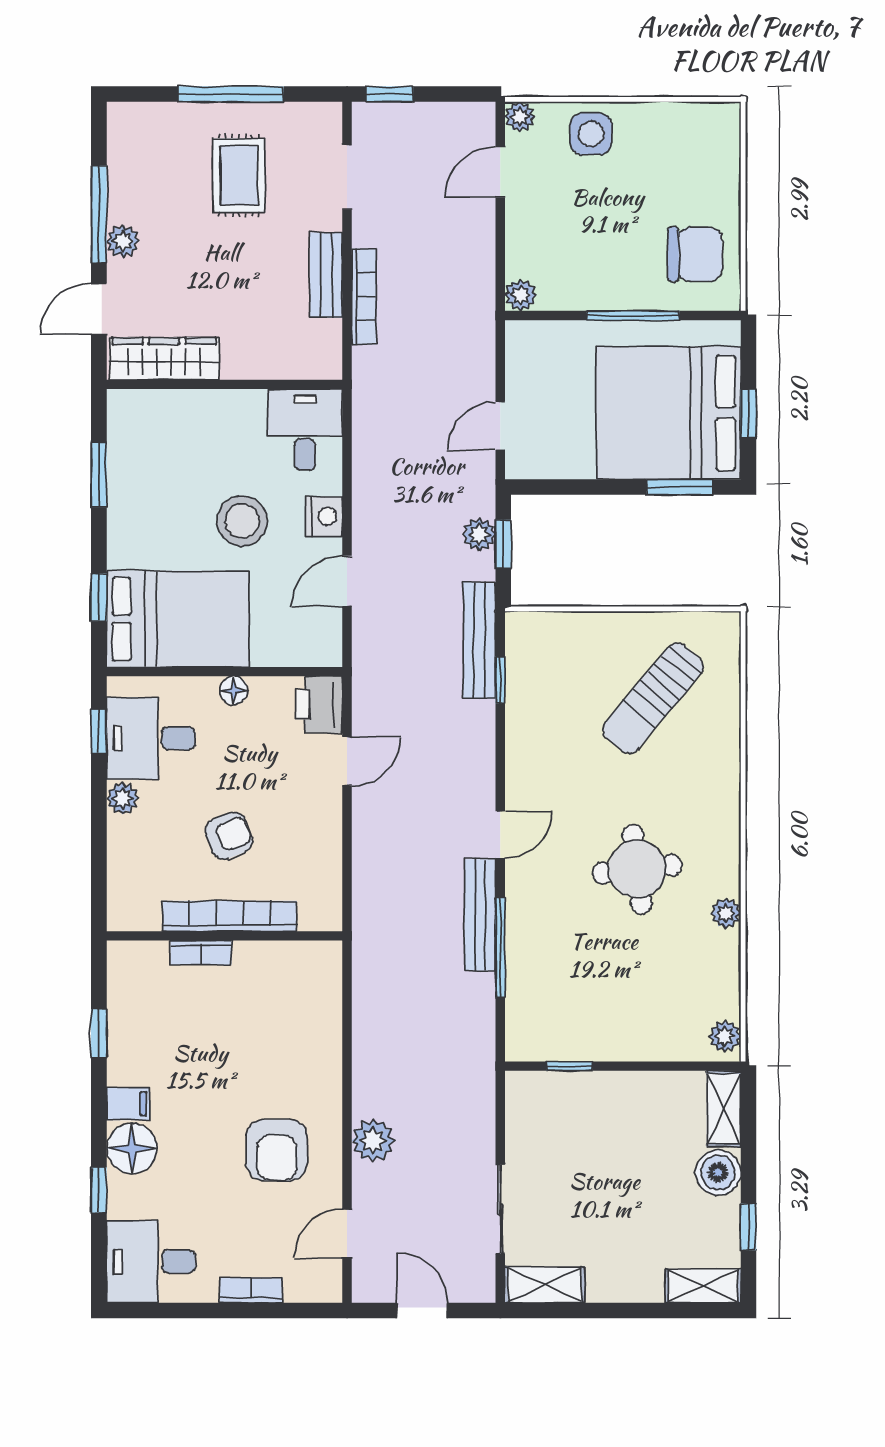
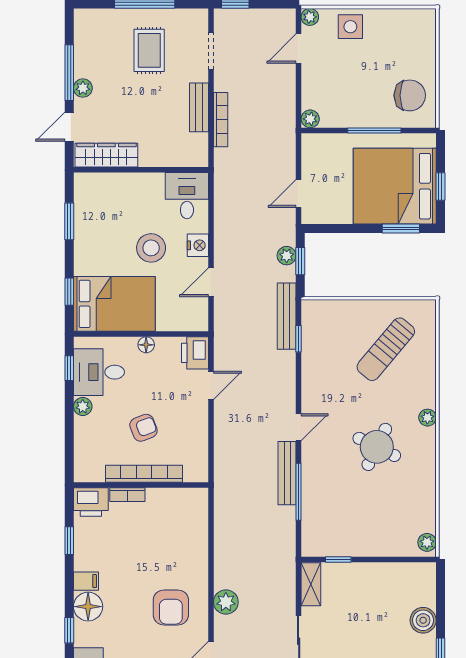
round table: (637, 869) -> (377, 447), turned 33
plant: (726, 913) -> (427, 418), moved
printer: (137, 966) -> (91, 502), added
shelving: (724, 1109) -> (311, 584), moved

